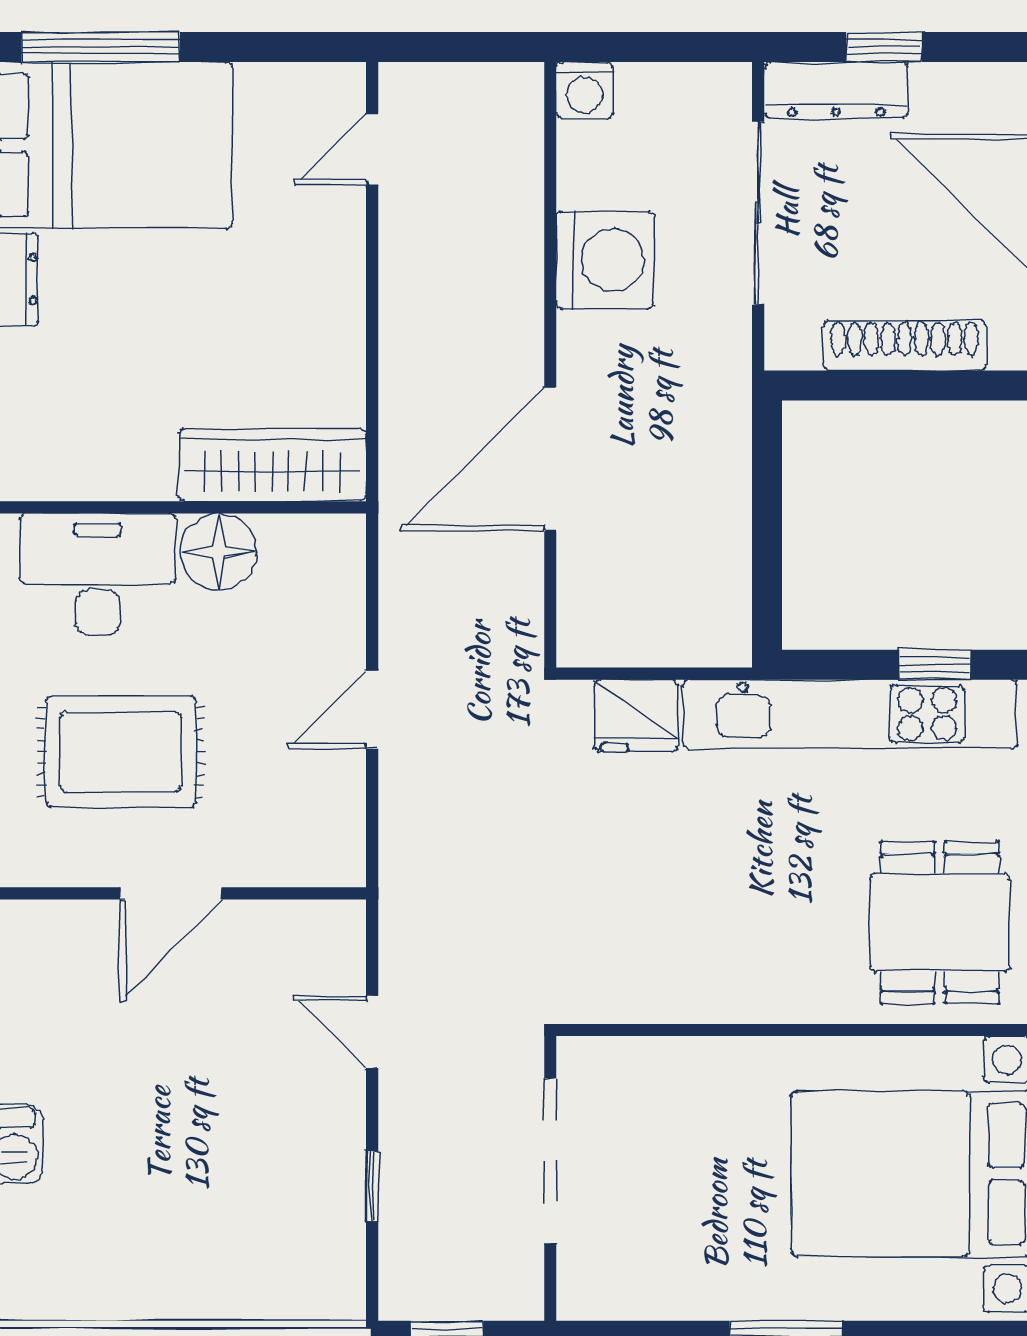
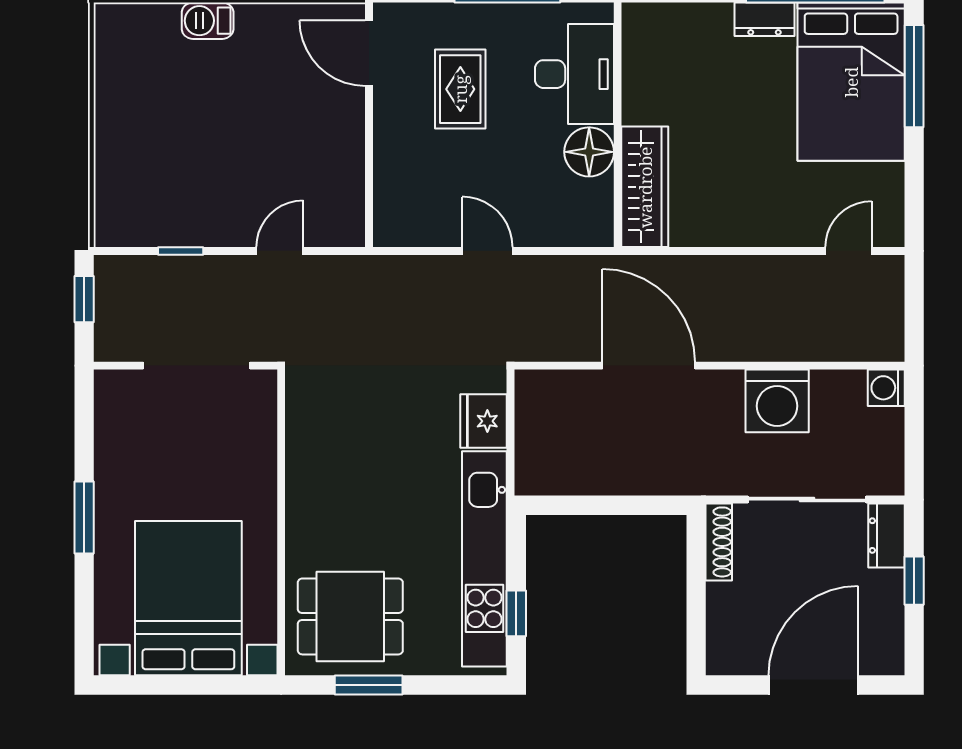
dresser: (836, 90) -> (886, 536), width x0.70
door: (372, 149) -> (848, 251), hinge flipped
shoe rack: (905, 346) -> (719, 542), moved, width x0.74, depth x0.81
rug: (121, 752) -> (460, 89), width x0.73, depth x0.70
door: (171, 893) -> (369, 53), moved

